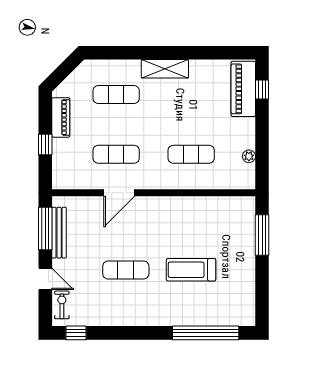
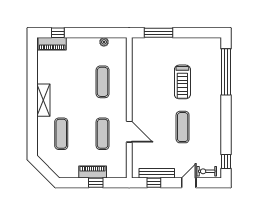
piano: (243, 89) -> (52, 44), width x0.73, depth x0.75
piano: (61, 117) -> (93, 172), moved
window: (45, 228) -> (154, 183), width x0.46

